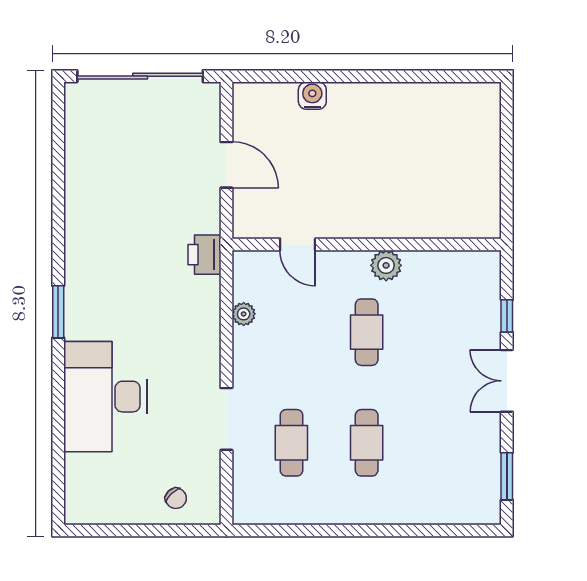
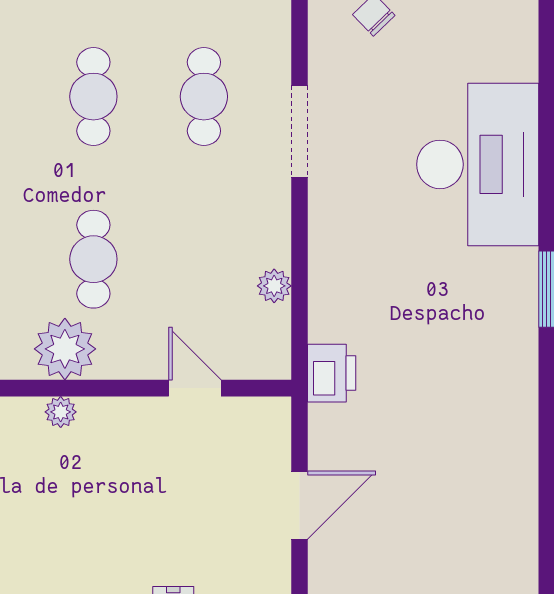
door: (226, 165) -> (300, 505), swing flipped
plant: (389, 228) -> (61, 412), added
plant: (386, 265) -> (65, 349), width x1.36, depth x1.36

